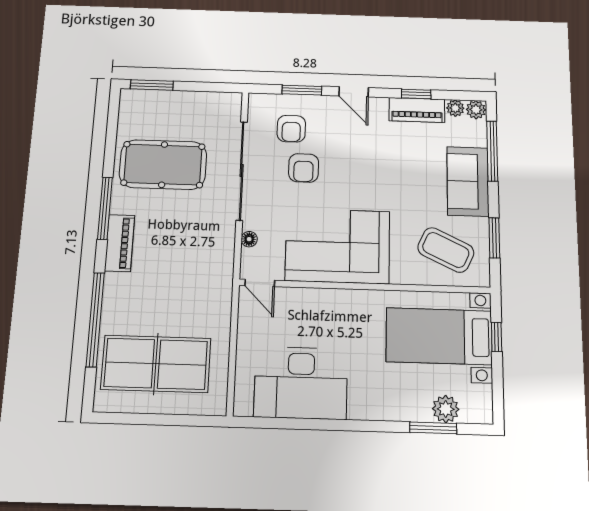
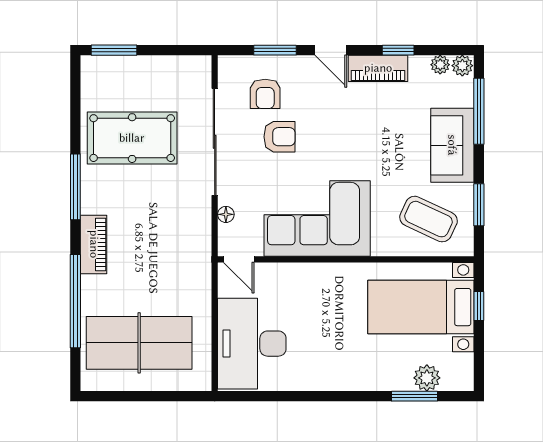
piano: (417, 110) -> (378, 68), moved
armchair: (304, 168) -> (280, 137), turned -90
piano: (120, 243) -> (94, 244), moved
desk: (301, 383) -> (252, 344), moved, turned 90

